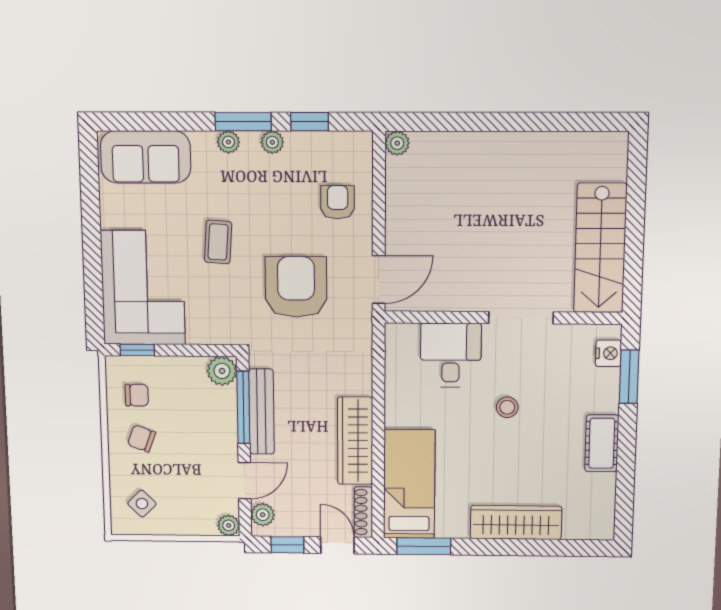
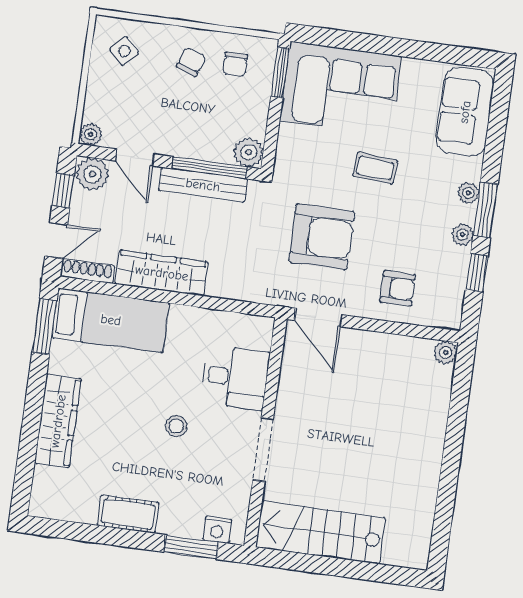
window: (137, 350) -> (280, 72), width x1.50
plant: (263, 515) -> (92, 174), width x1.38, depth x1.38

